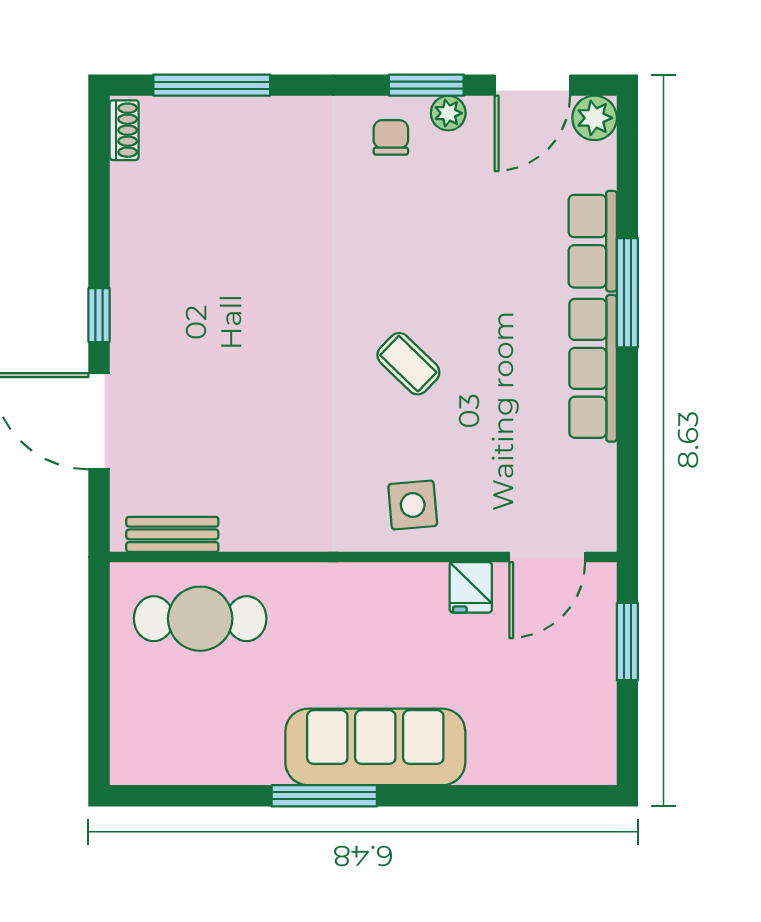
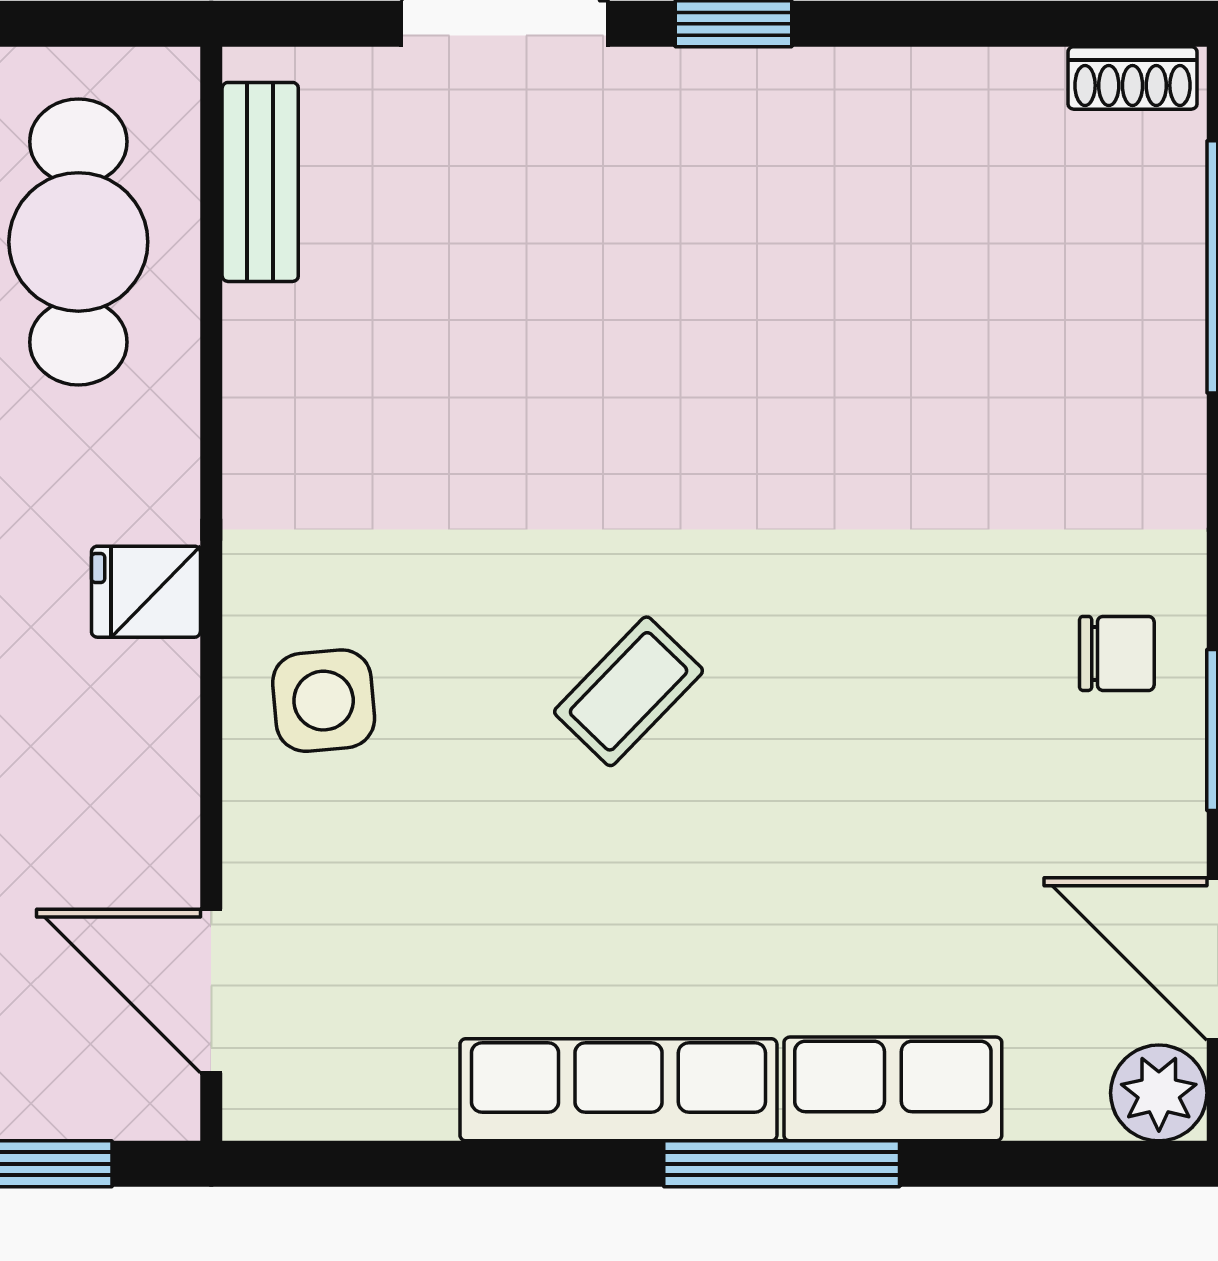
plant: (448, 113) -> (1169, 777), removed
fridge: (471, 587) -> (146, 592), moved

